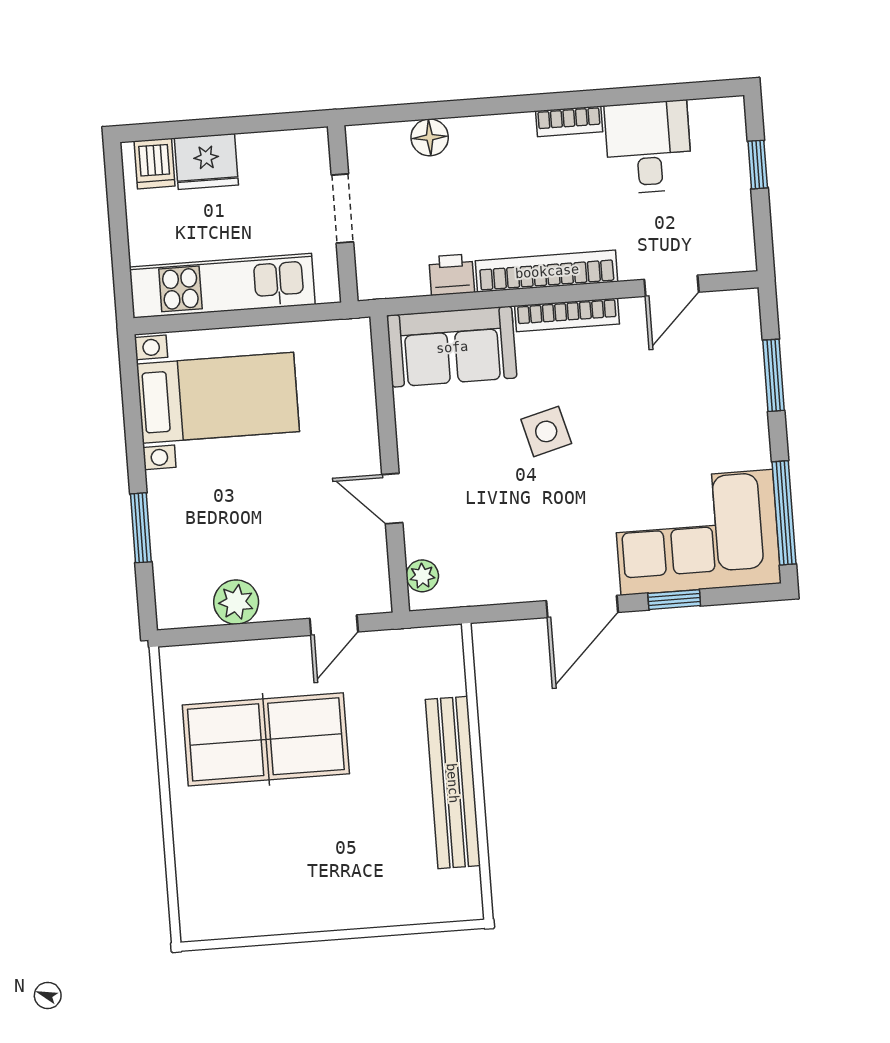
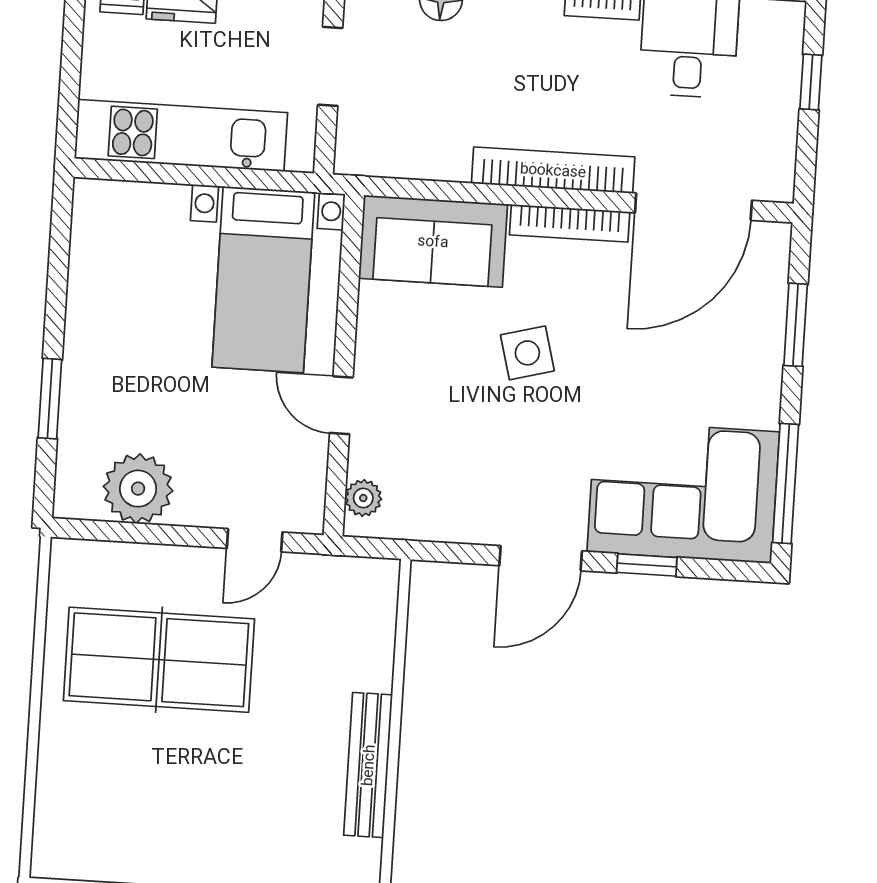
printer: (452, 275) -> (444, 159), removed
door: (672, 286) -> (693, 207), width x1.87
bed with nightstands: (218, 398) -> (263, 280), moved, turned 90
plant: (236, 602) -> (138, 489), width x1.36, depth x1.36
bench: (453, 783) -> (368, 765), width x0.73, depth x0.82

